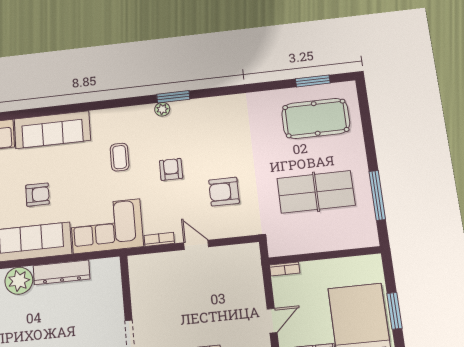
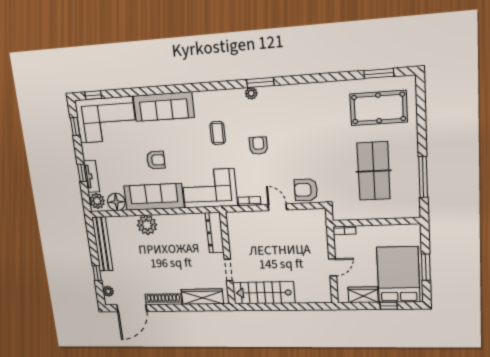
armchair: (224, 192) -> (306, 190), moved
table tennis table: (316, 192) -> (374, 171), turned 90
dresser: (62, 272) -> (215, 233), moved, turned 90

